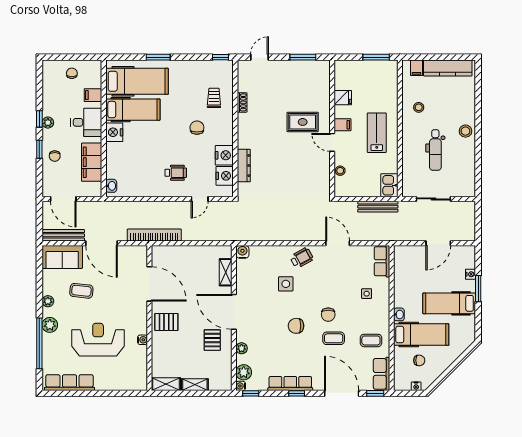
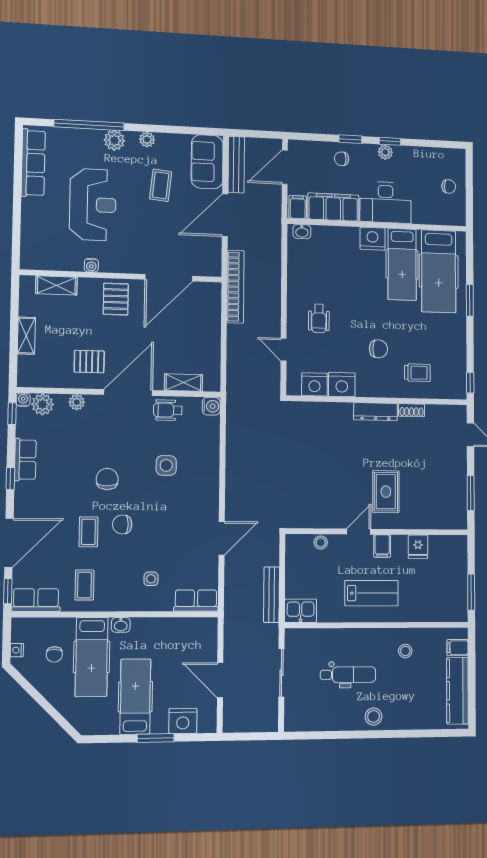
filing cabinet: (93, 95) -> (298, 207), moved
desk: (86, 122) -> (386, 202), width x1.37
dental chair: (435, 150) -> (348, 675), turned 180
dresser: (244, 166) -> (376, 412), moved
wheelchair: (302, 258) -> (168, 410), moved, turned 119
nightstand: (470, 274) -> (183, 721), width x1.89, depth x1.79
row of seats: (290, 383) -> (25, 460), width x0.68
shelving: (166, 384) -> (56, 285), moved, turned 90

